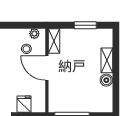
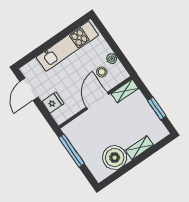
plant: (34, 34) -> (112, 59), moved
boiler: (106, 80) -> (115, 158), width x1.86, depth x1.86

